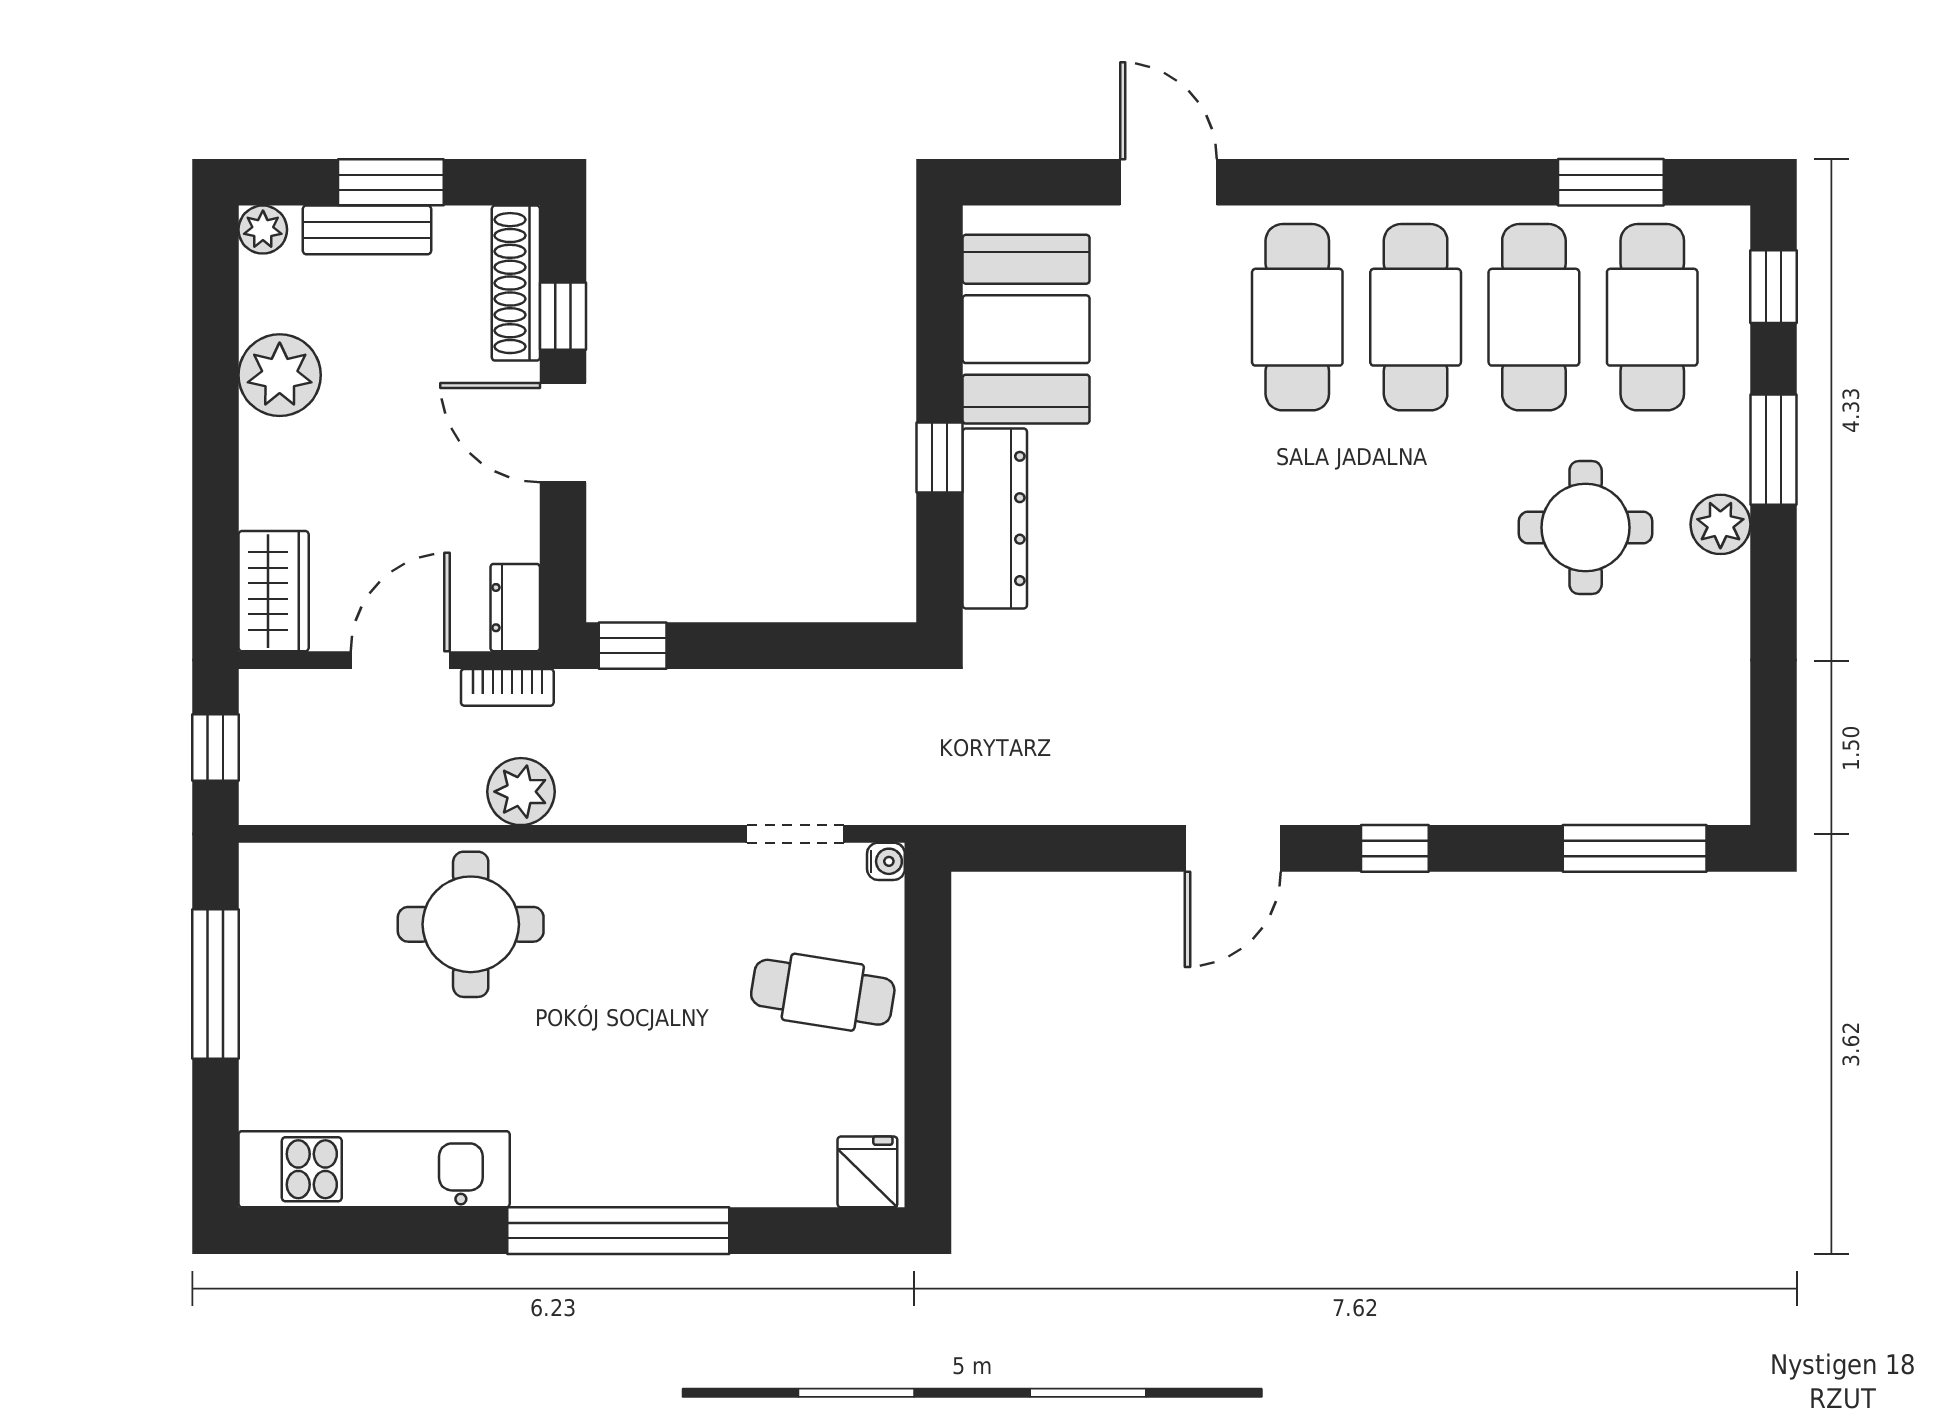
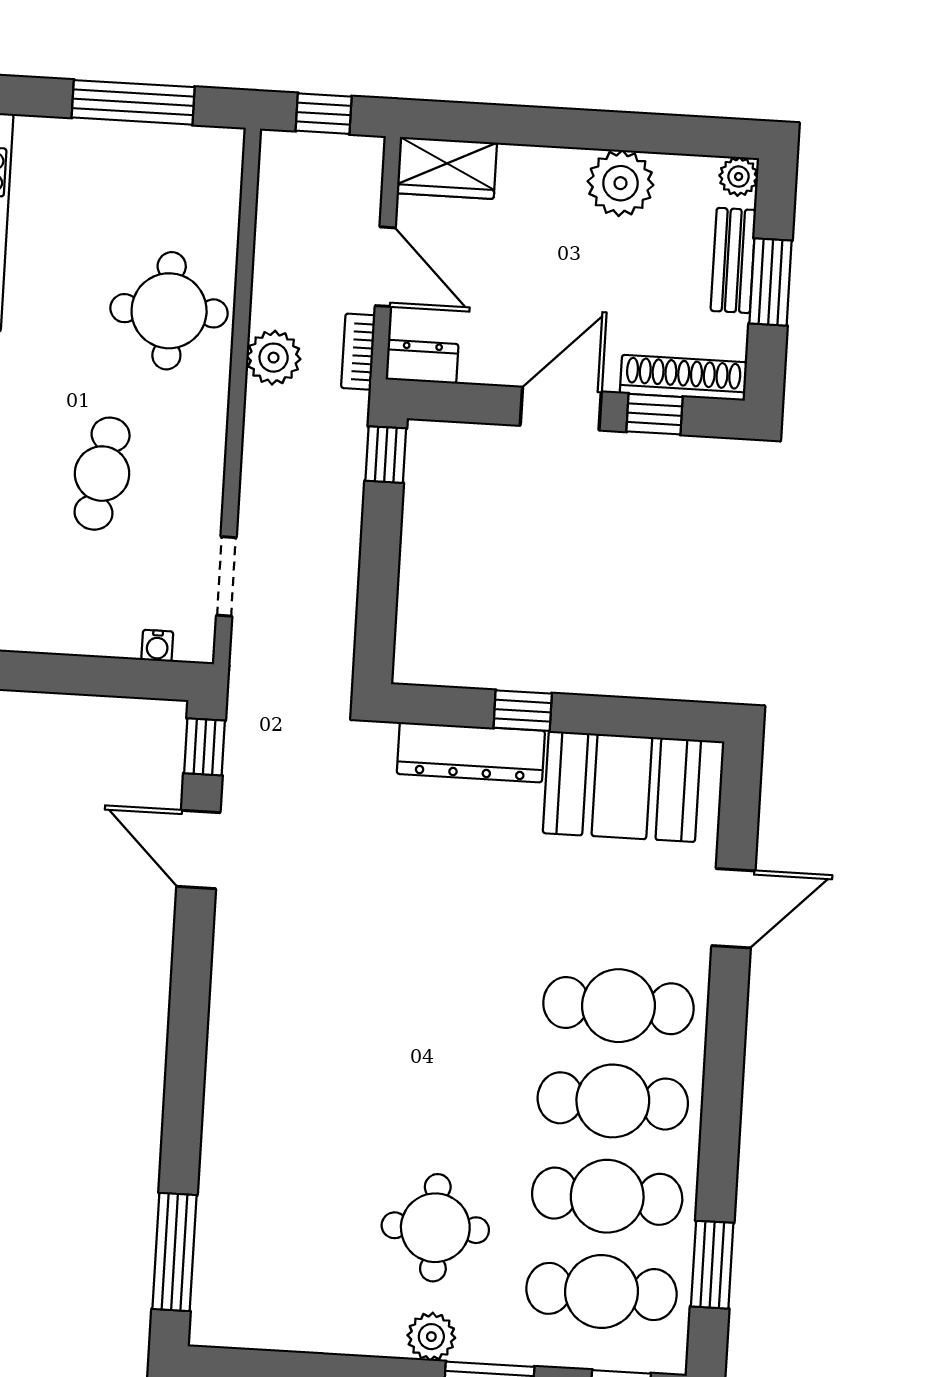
door: (1233, 848) -> (198, 850), moved
window: (1395, 848) -> (205, 747), moved
water cooler: (886, 861) -> (157, 646), moved
cafe table: (823, 992) -> (102, 474), moved

